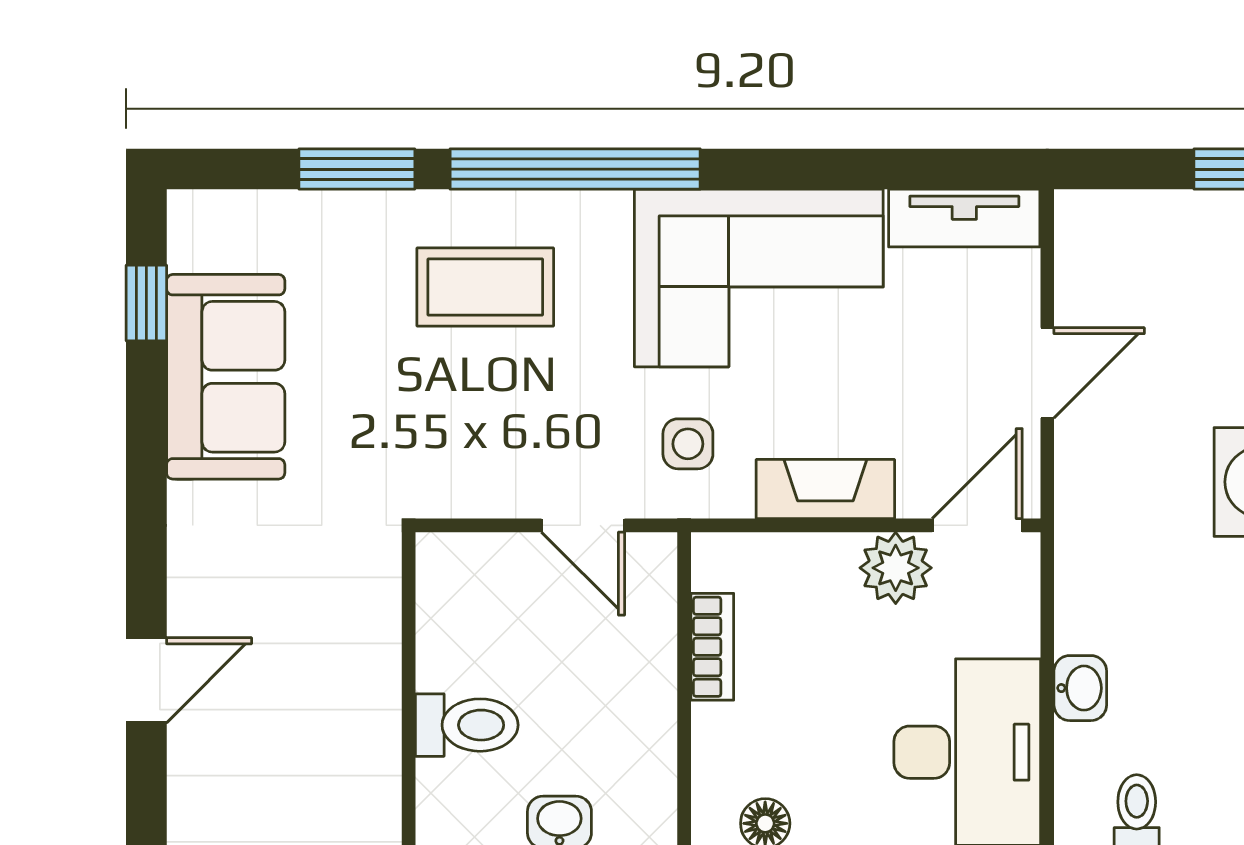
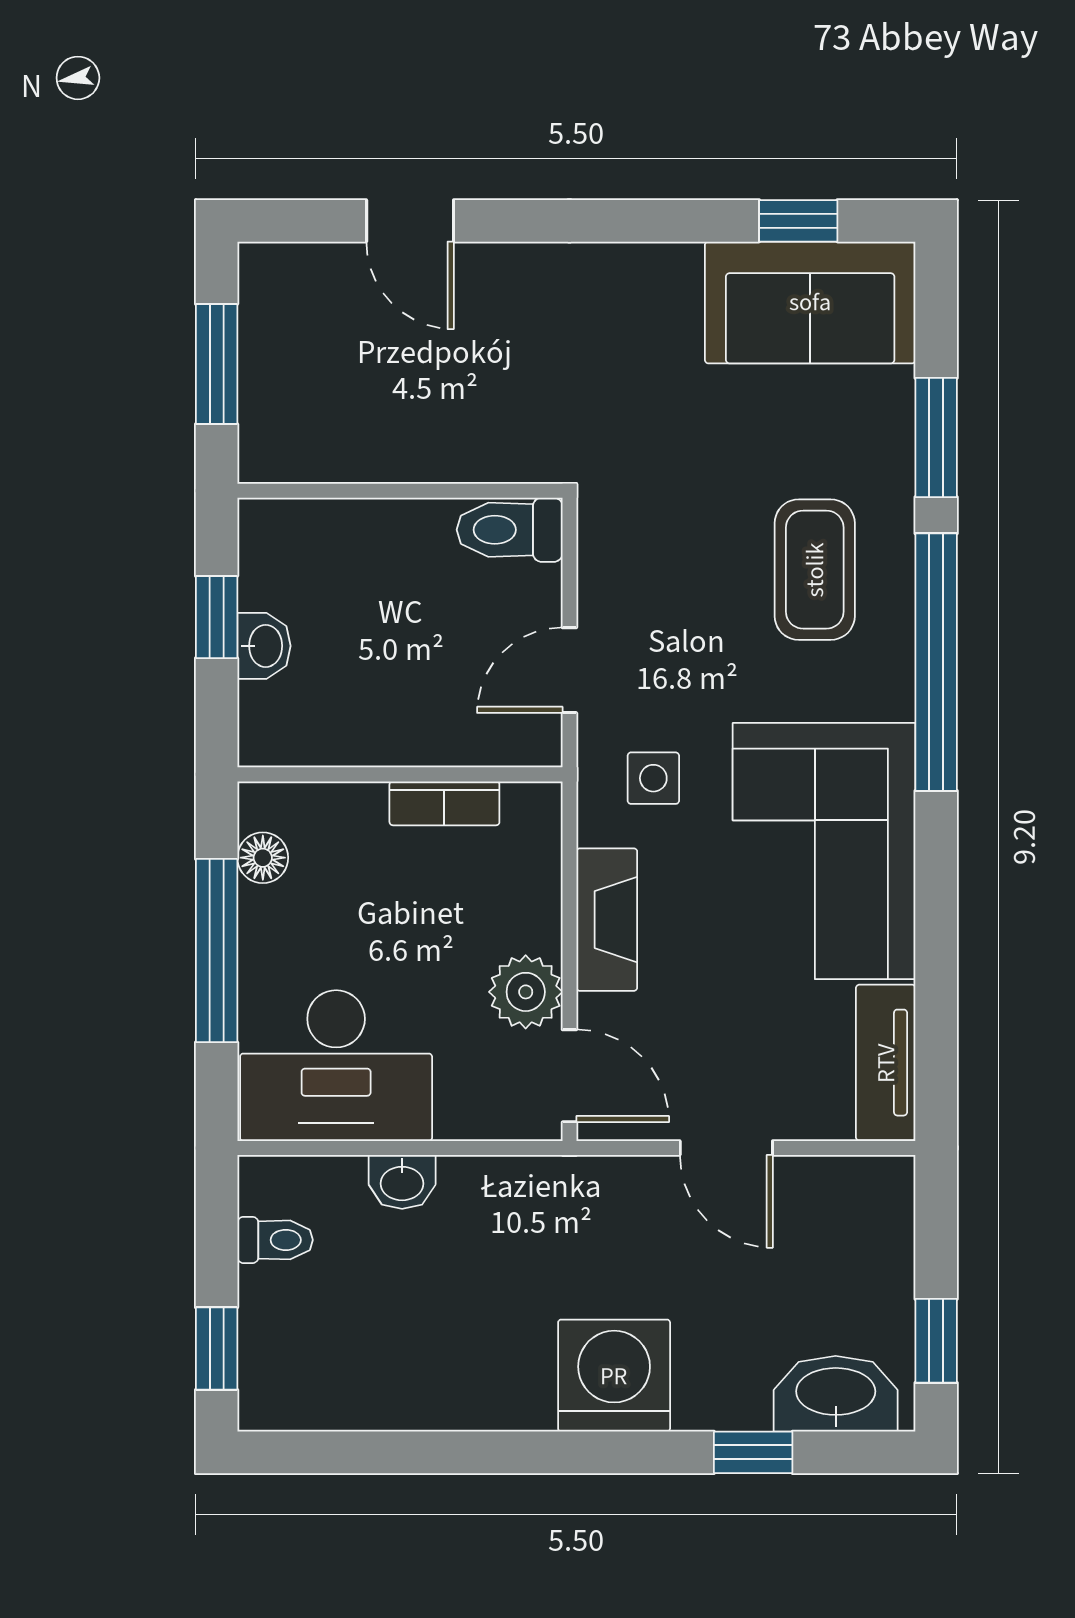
sofa: (226, 377) -> (810, 302), moved
toilet: (467, 725) -> (510, 530), moved, turned 90

